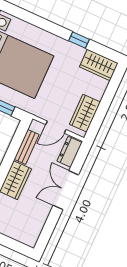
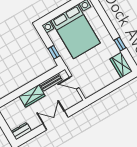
wardrobe: (85, 113) -> (95, 86), removed
dresser: (69, 152) -> (21, 131), moved

